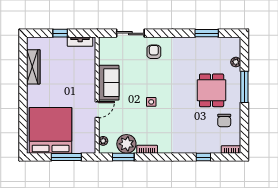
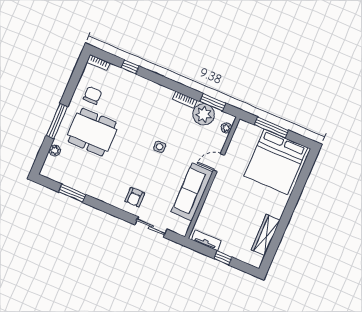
sofa: (109, 83) -> (192, 192), width x1.36
dining table: (212, 90) -> (92, 132), width x1.38

